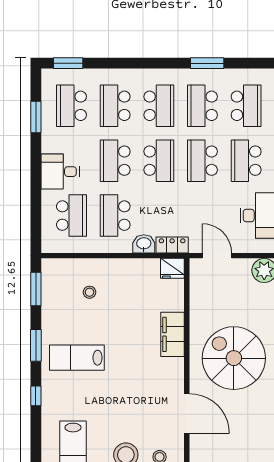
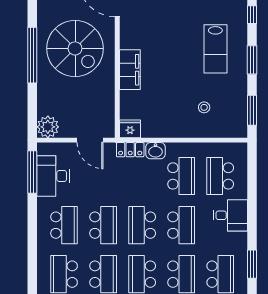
lab bench: (77, 358) -> (215, 49), turned 90

